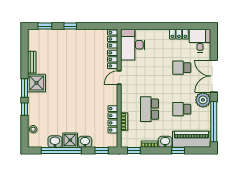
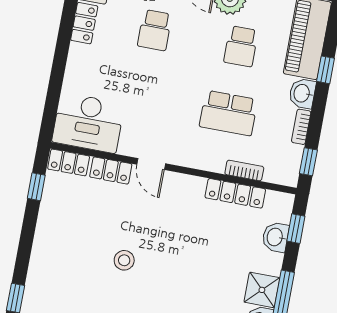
window: (70, 26) -> (36, 187), moved
stool: (72, 73) -> (124, 260), added
washbasin: (85, 142) -> (275, 237), moved

